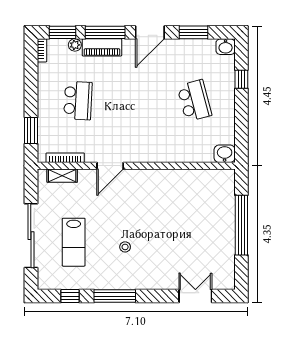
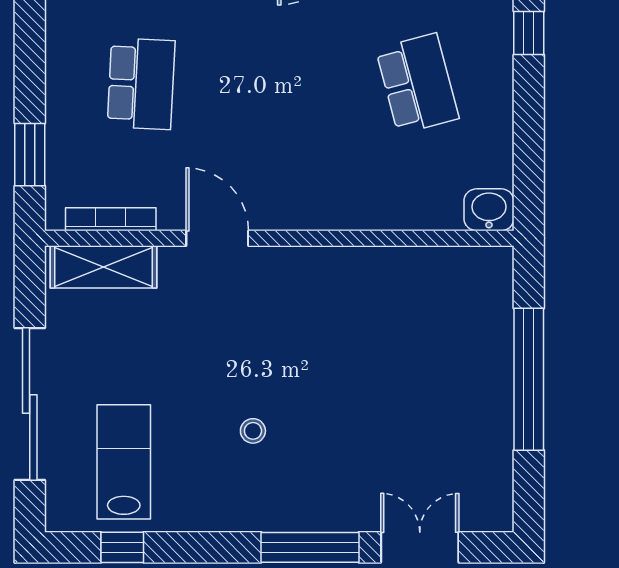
door: (110, 166) -> (217, 238), swing flipped
shelving: (62, 176) -> (104, 267), width x1.50, depth x1.33
lab bench: (74, 242) -> (124, 462), moved, turned 180
window: (115, 296) -> (310, 547), moved

